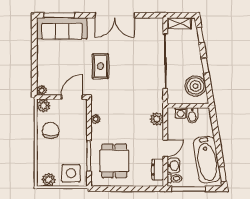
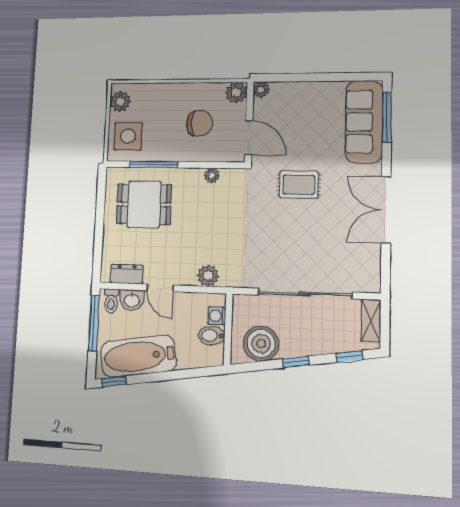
chair: (51, 130) -> (200, 123), moved

